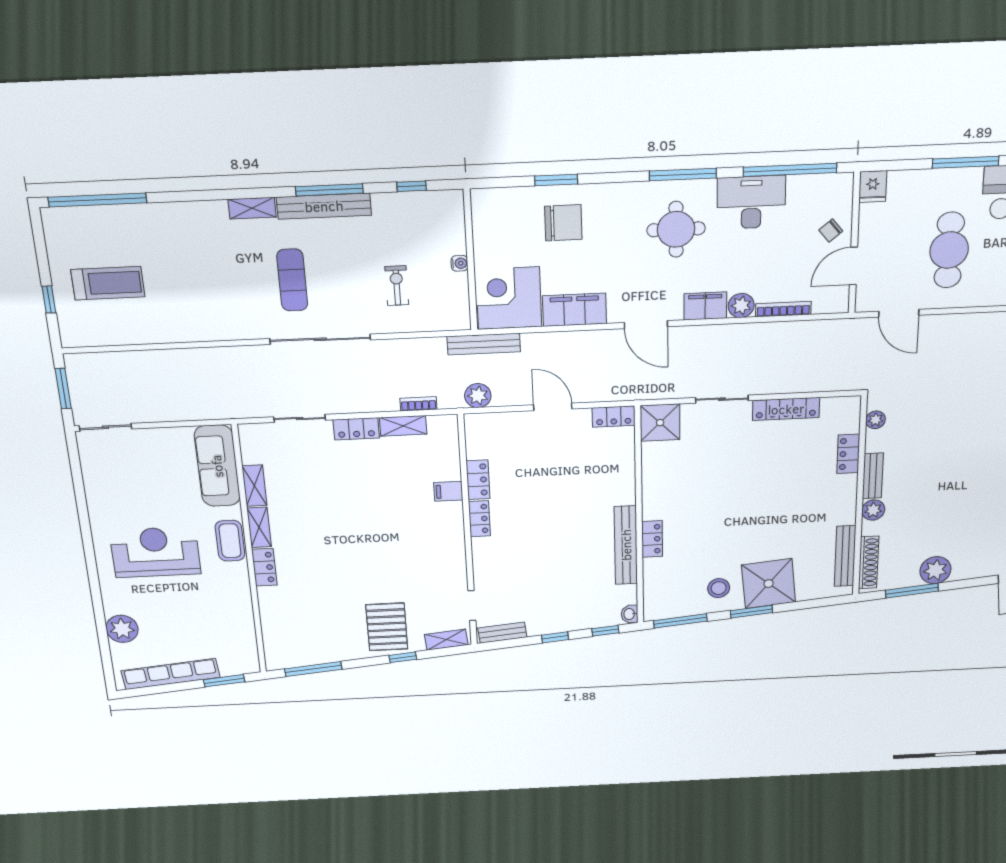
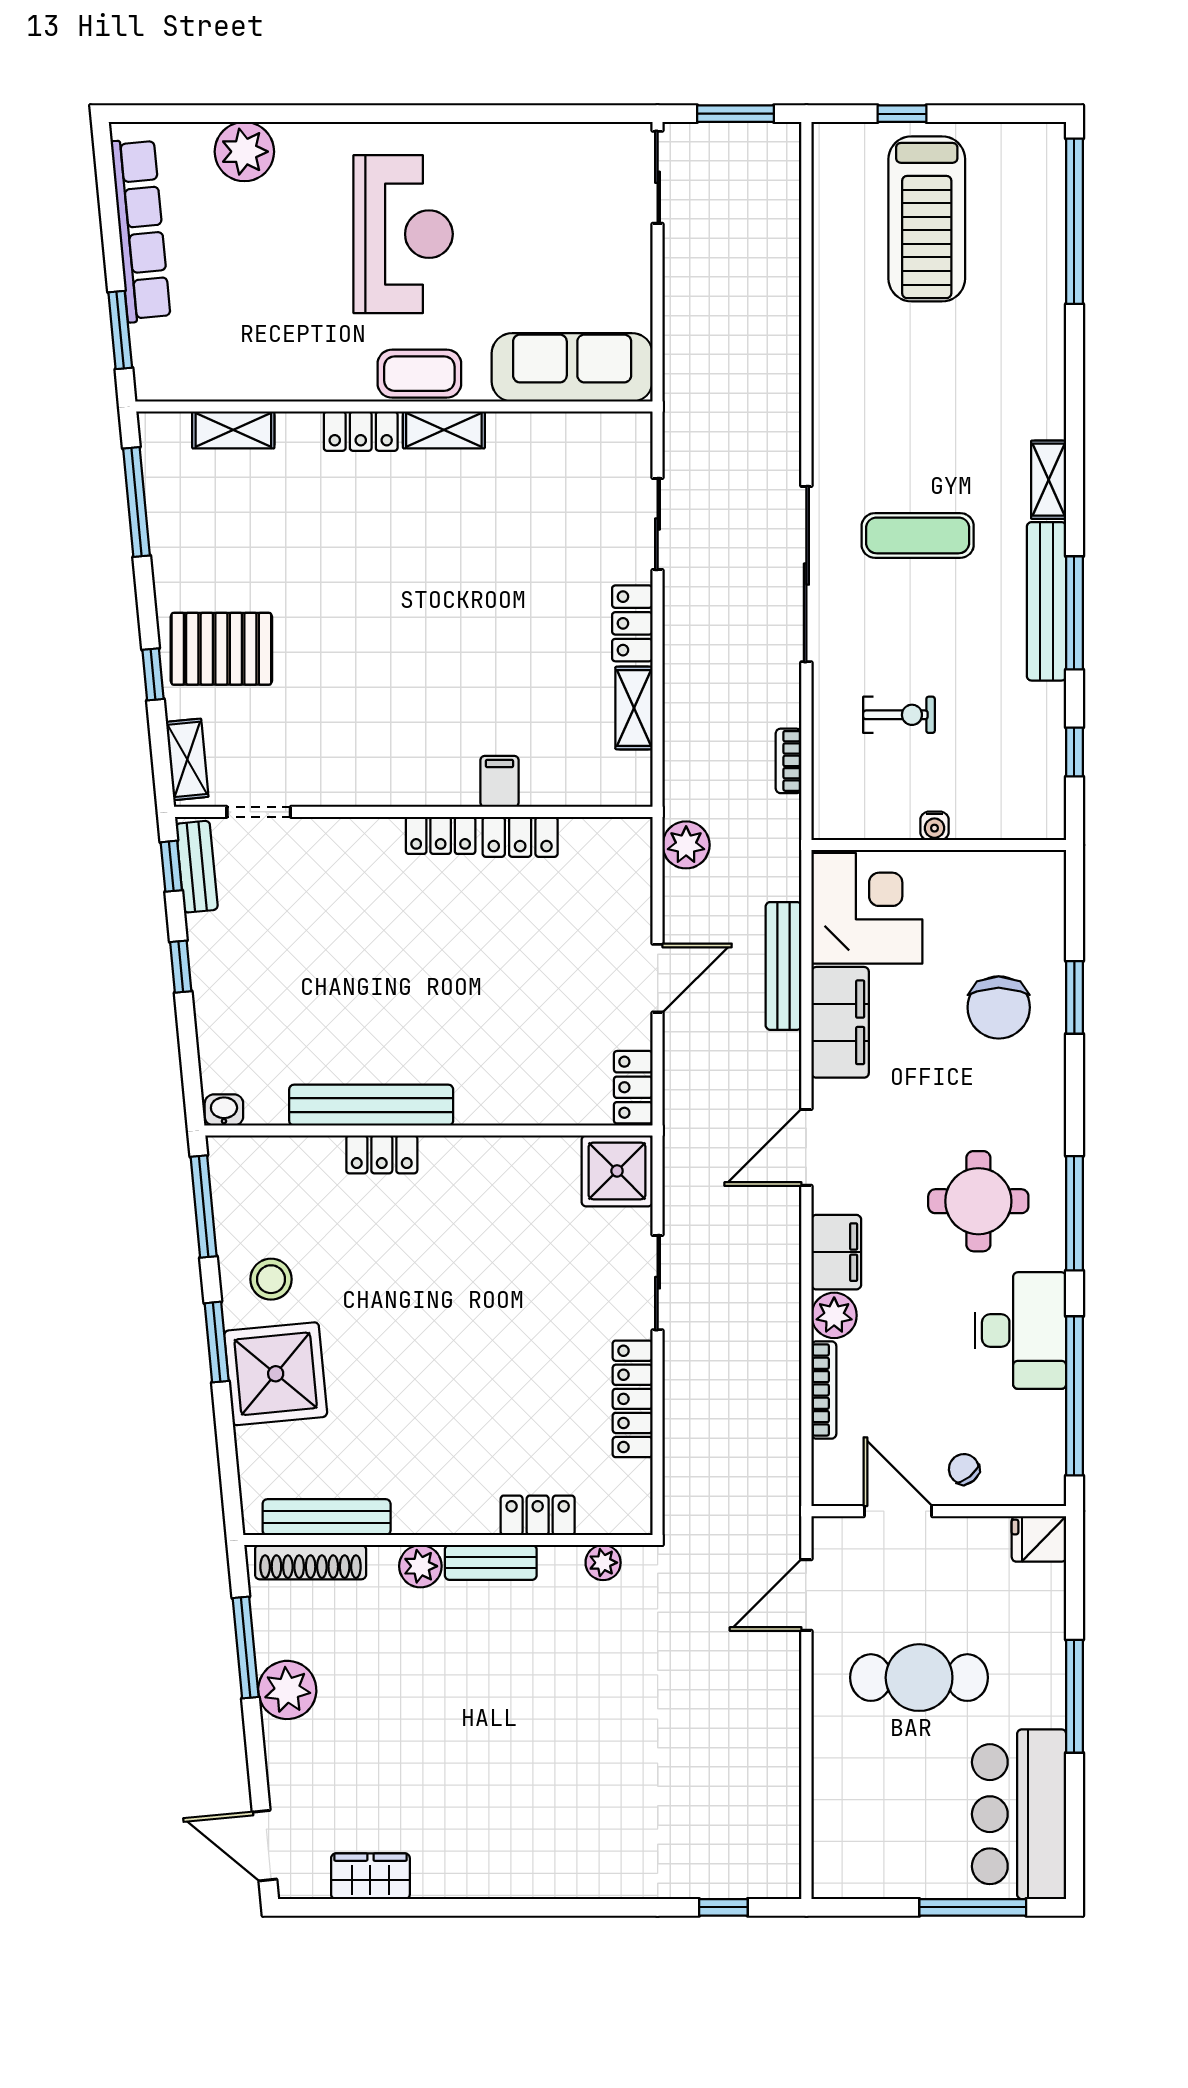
treadmill: (108, 283) -> (927, 219), width x1.37, depth x1.38
bench: (484, 344) -> (784, 966), moved
bookcase: (418, 404) -> (789, 761), moved, turned 180
shelving: (254, 486) -> (233, 430), moved
window: (605, 631) -> (171, 866), moved

